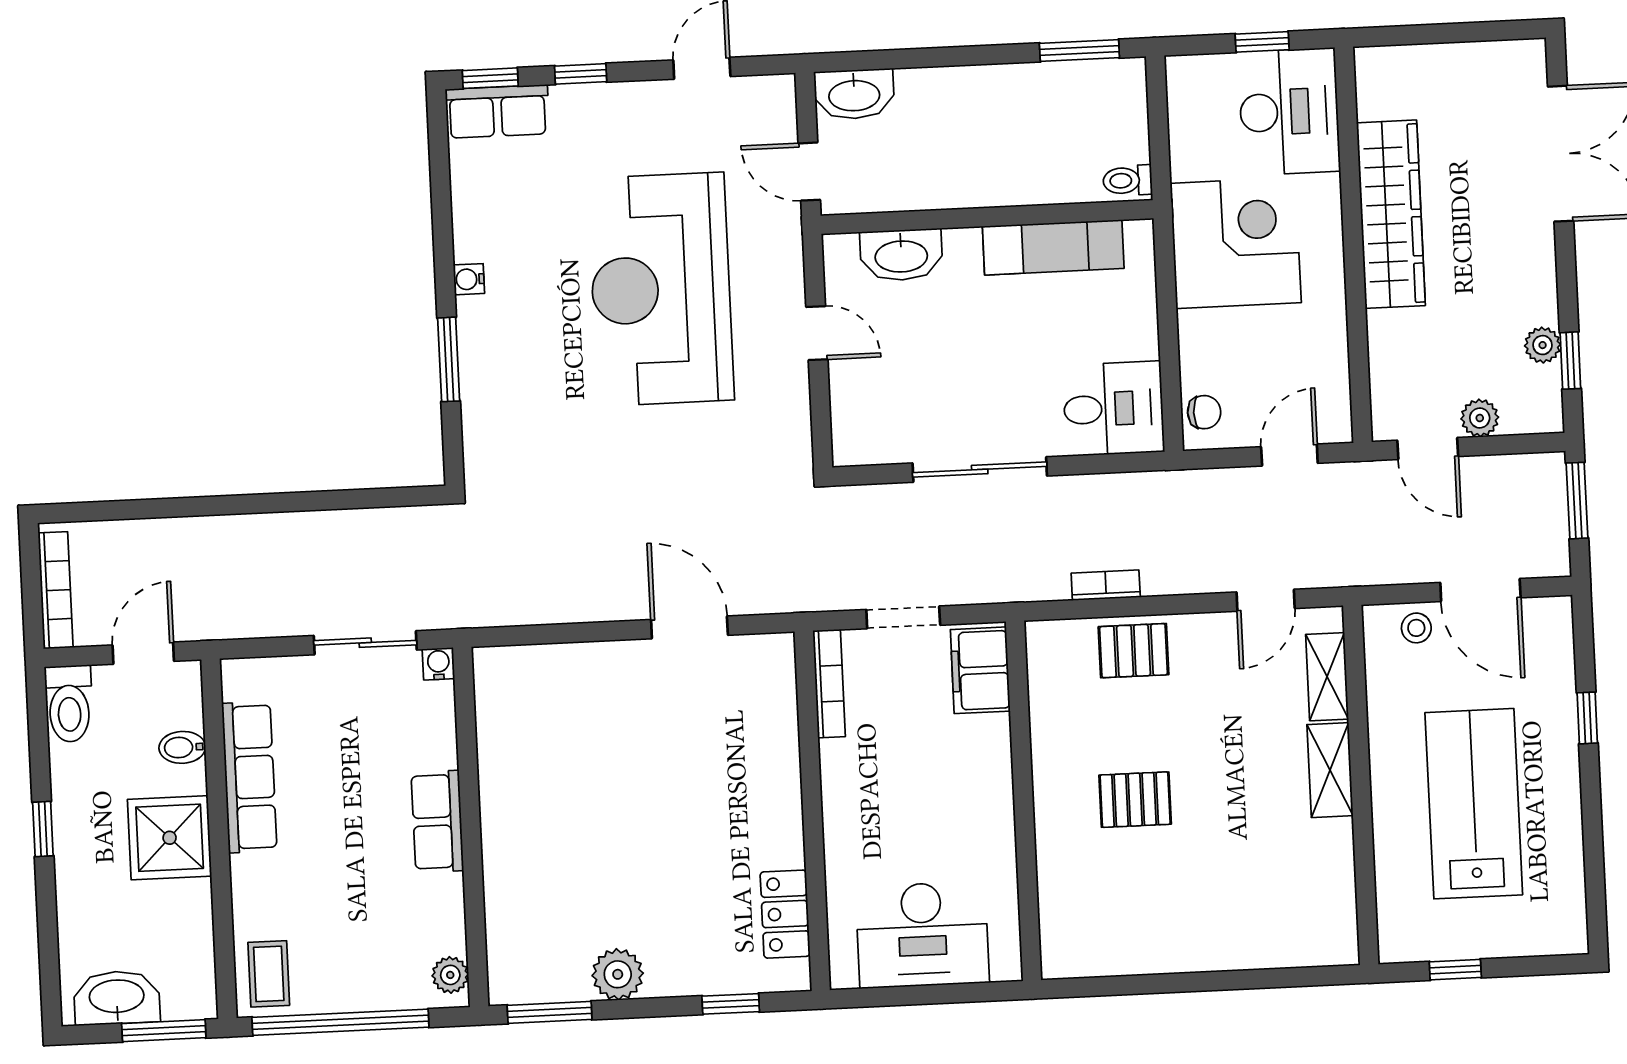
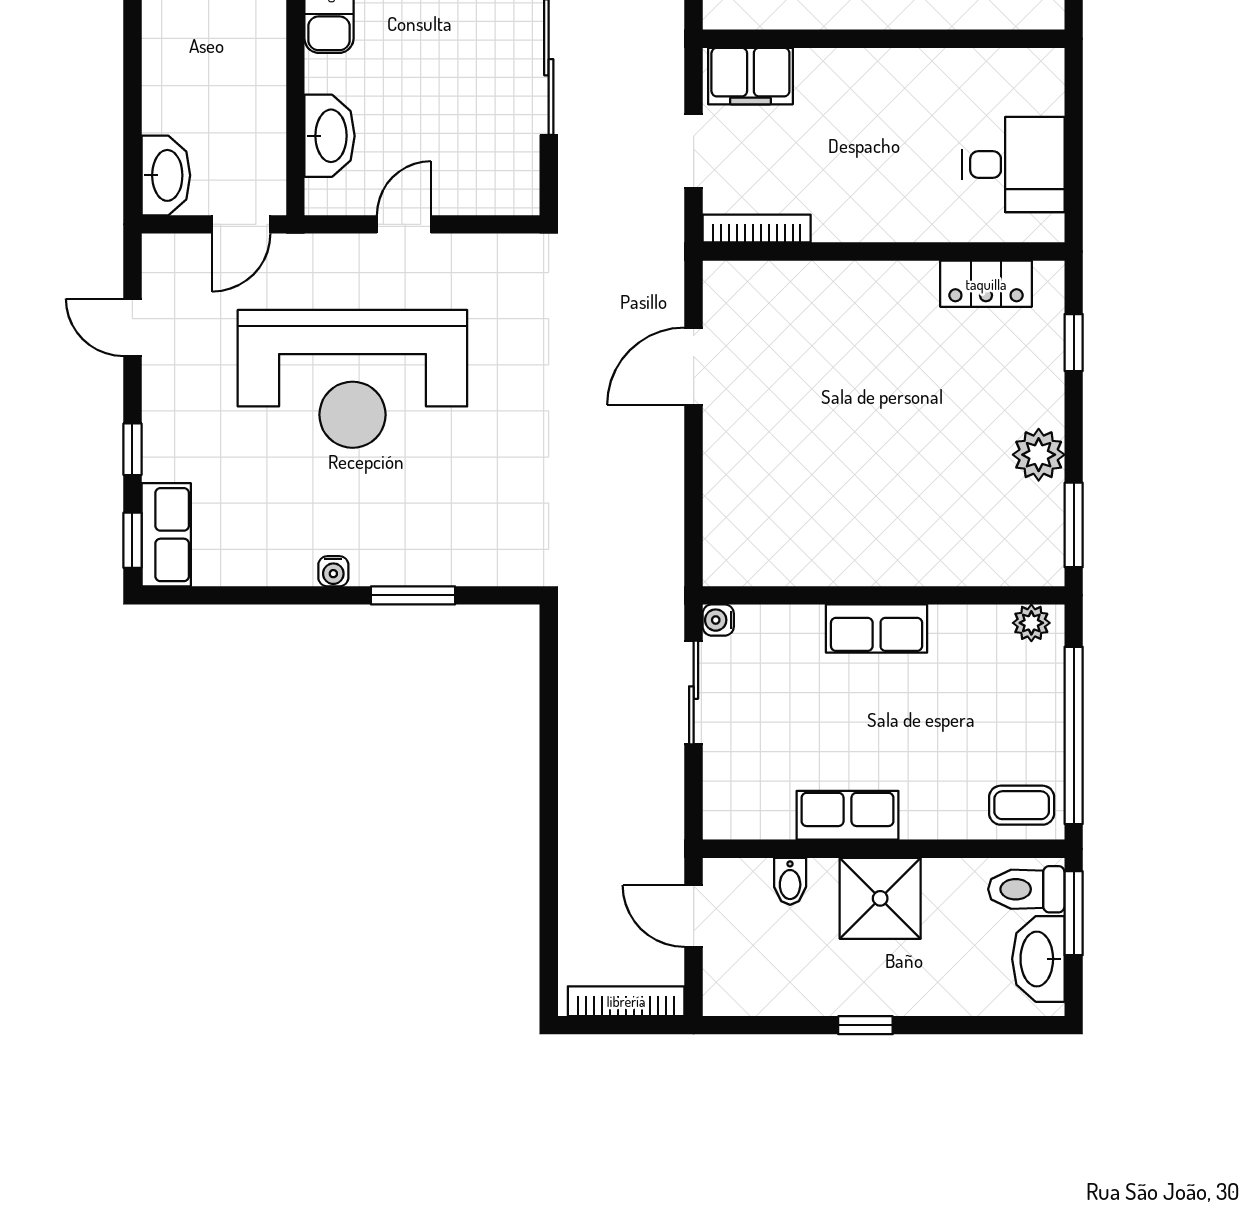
toilet: (69, 704) -> (1026, 889), moved, turned 180
row of seats: (249, 777) -> (847, 815), width x0.68
desk: (922, 935) -> (1013, 165), width x0.73

